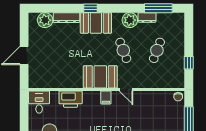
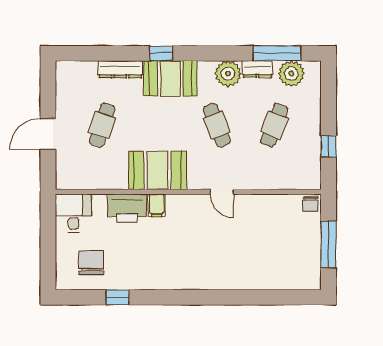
plant: (45, 20) -> (291, 74), moved
cafe table: (56, 50) -> (102, 125), added
booth: (100, 77) -> (158, 170), moved
filing cabinet: (106, 97) -> (157, 205), moved

